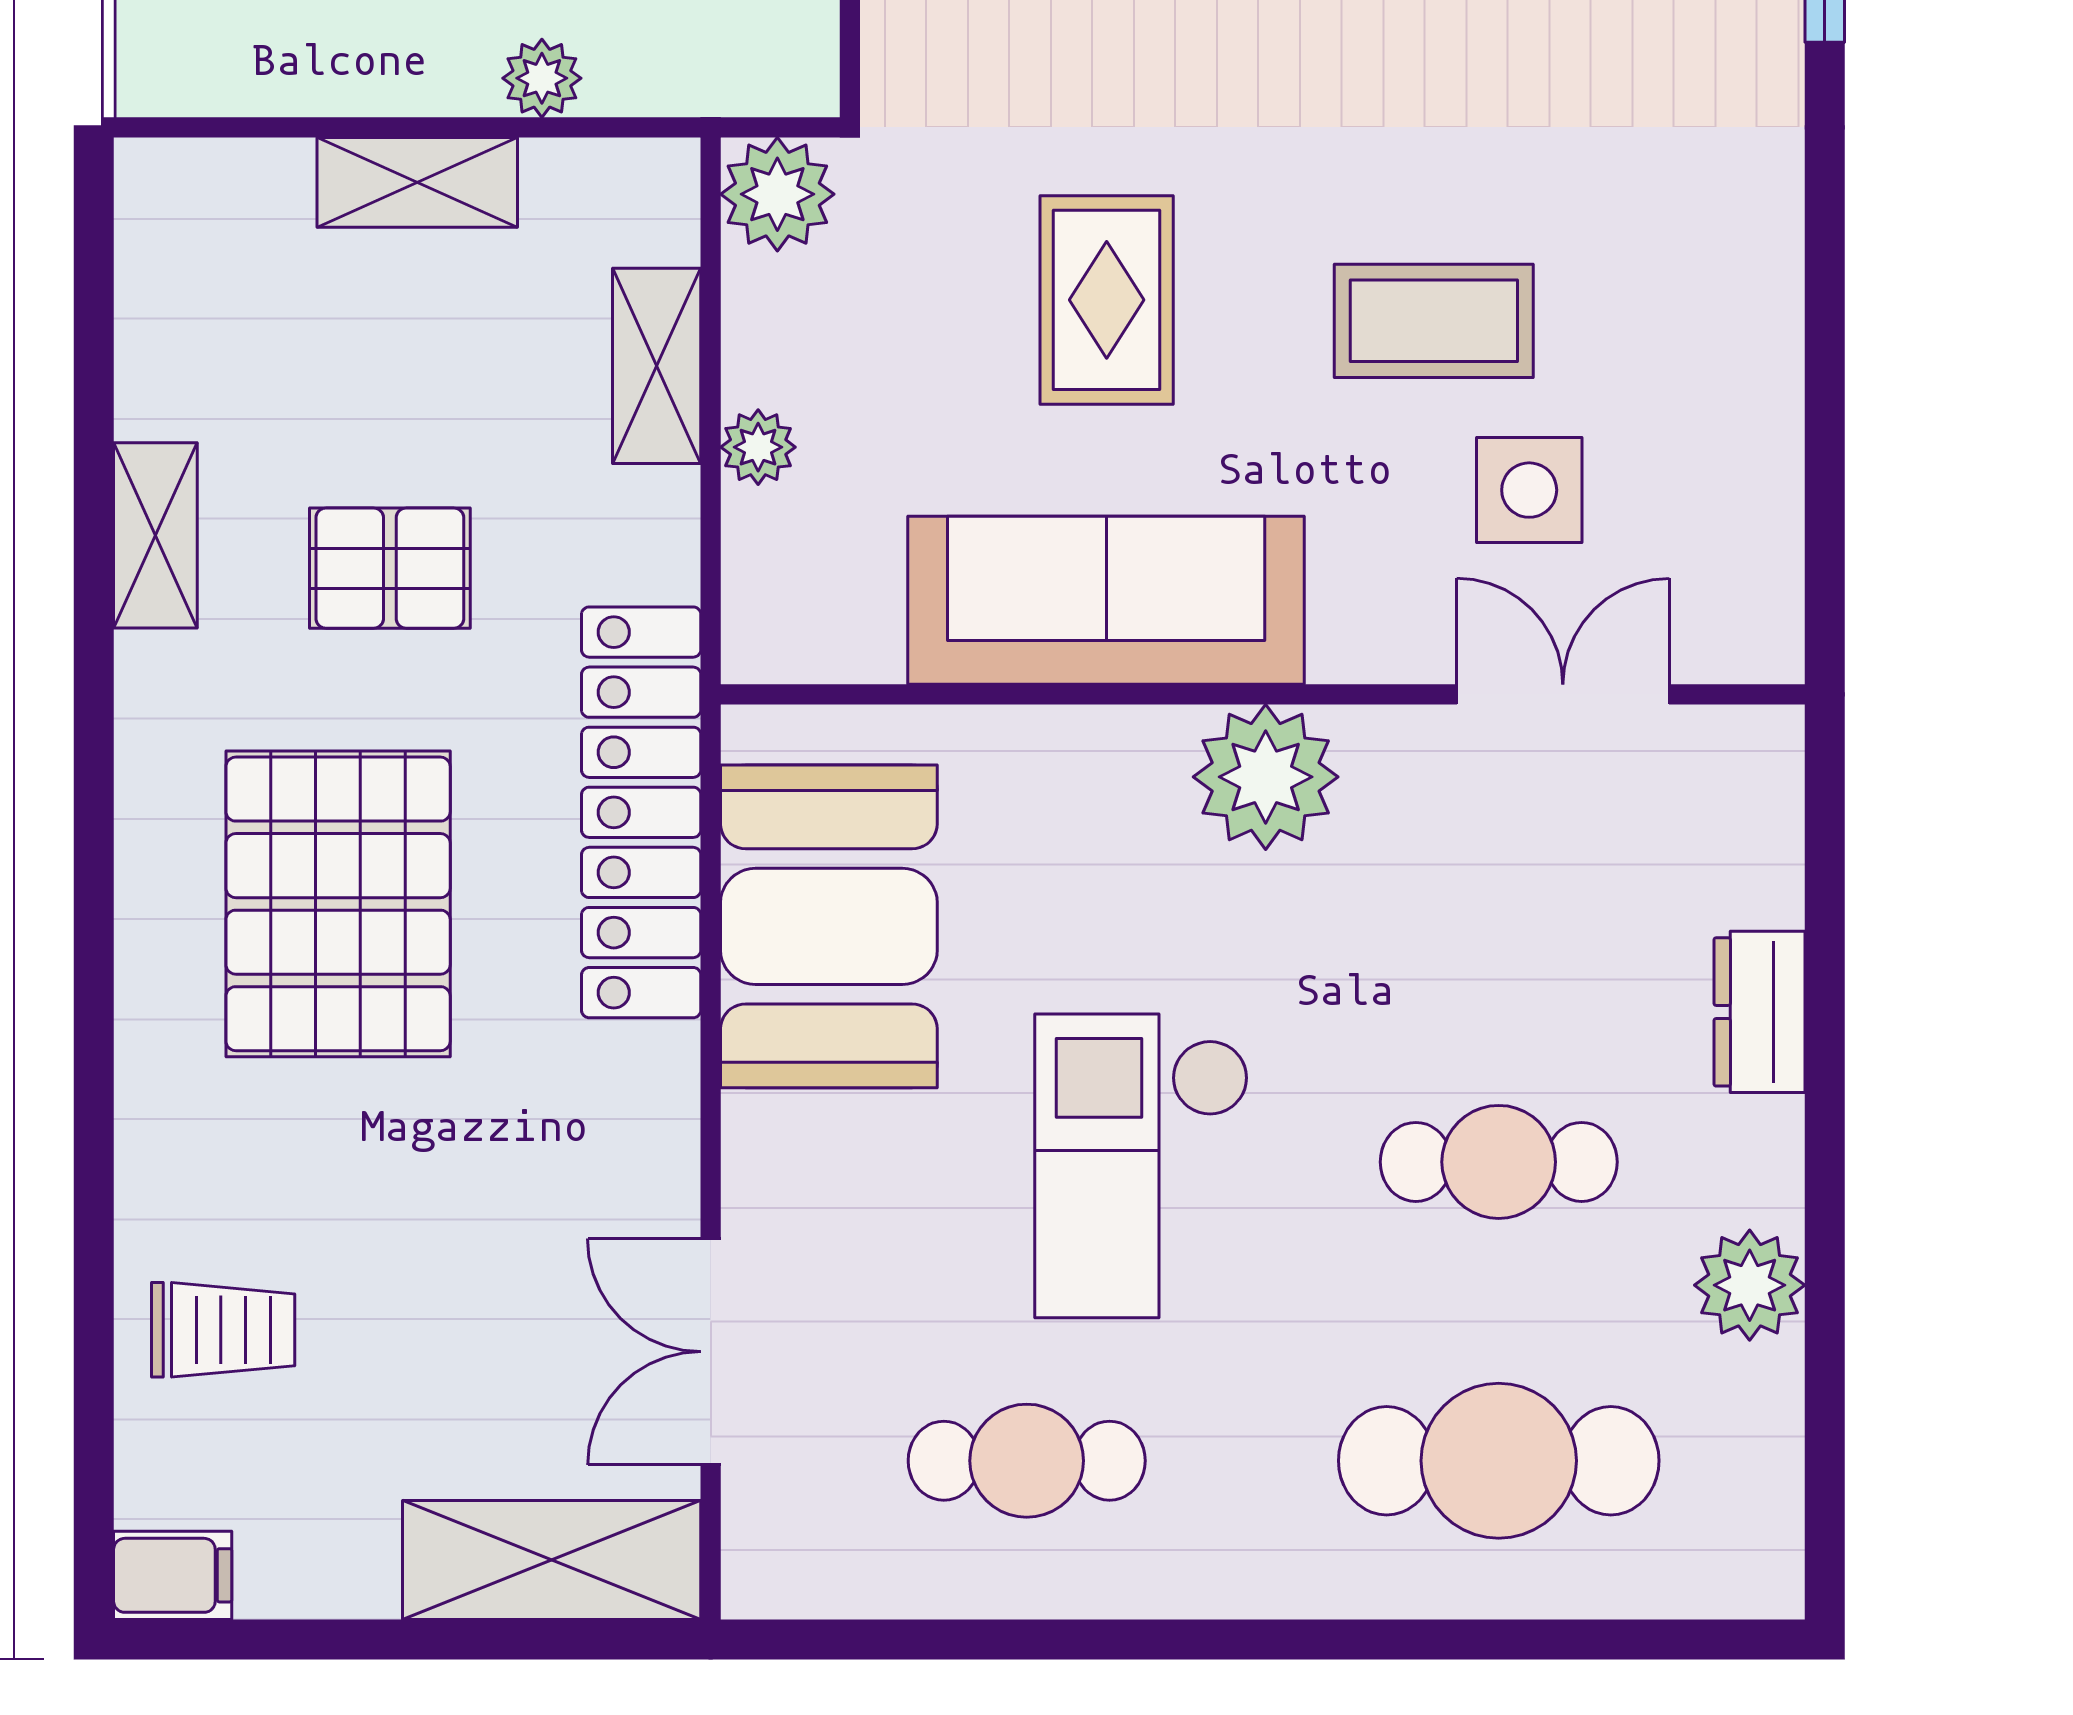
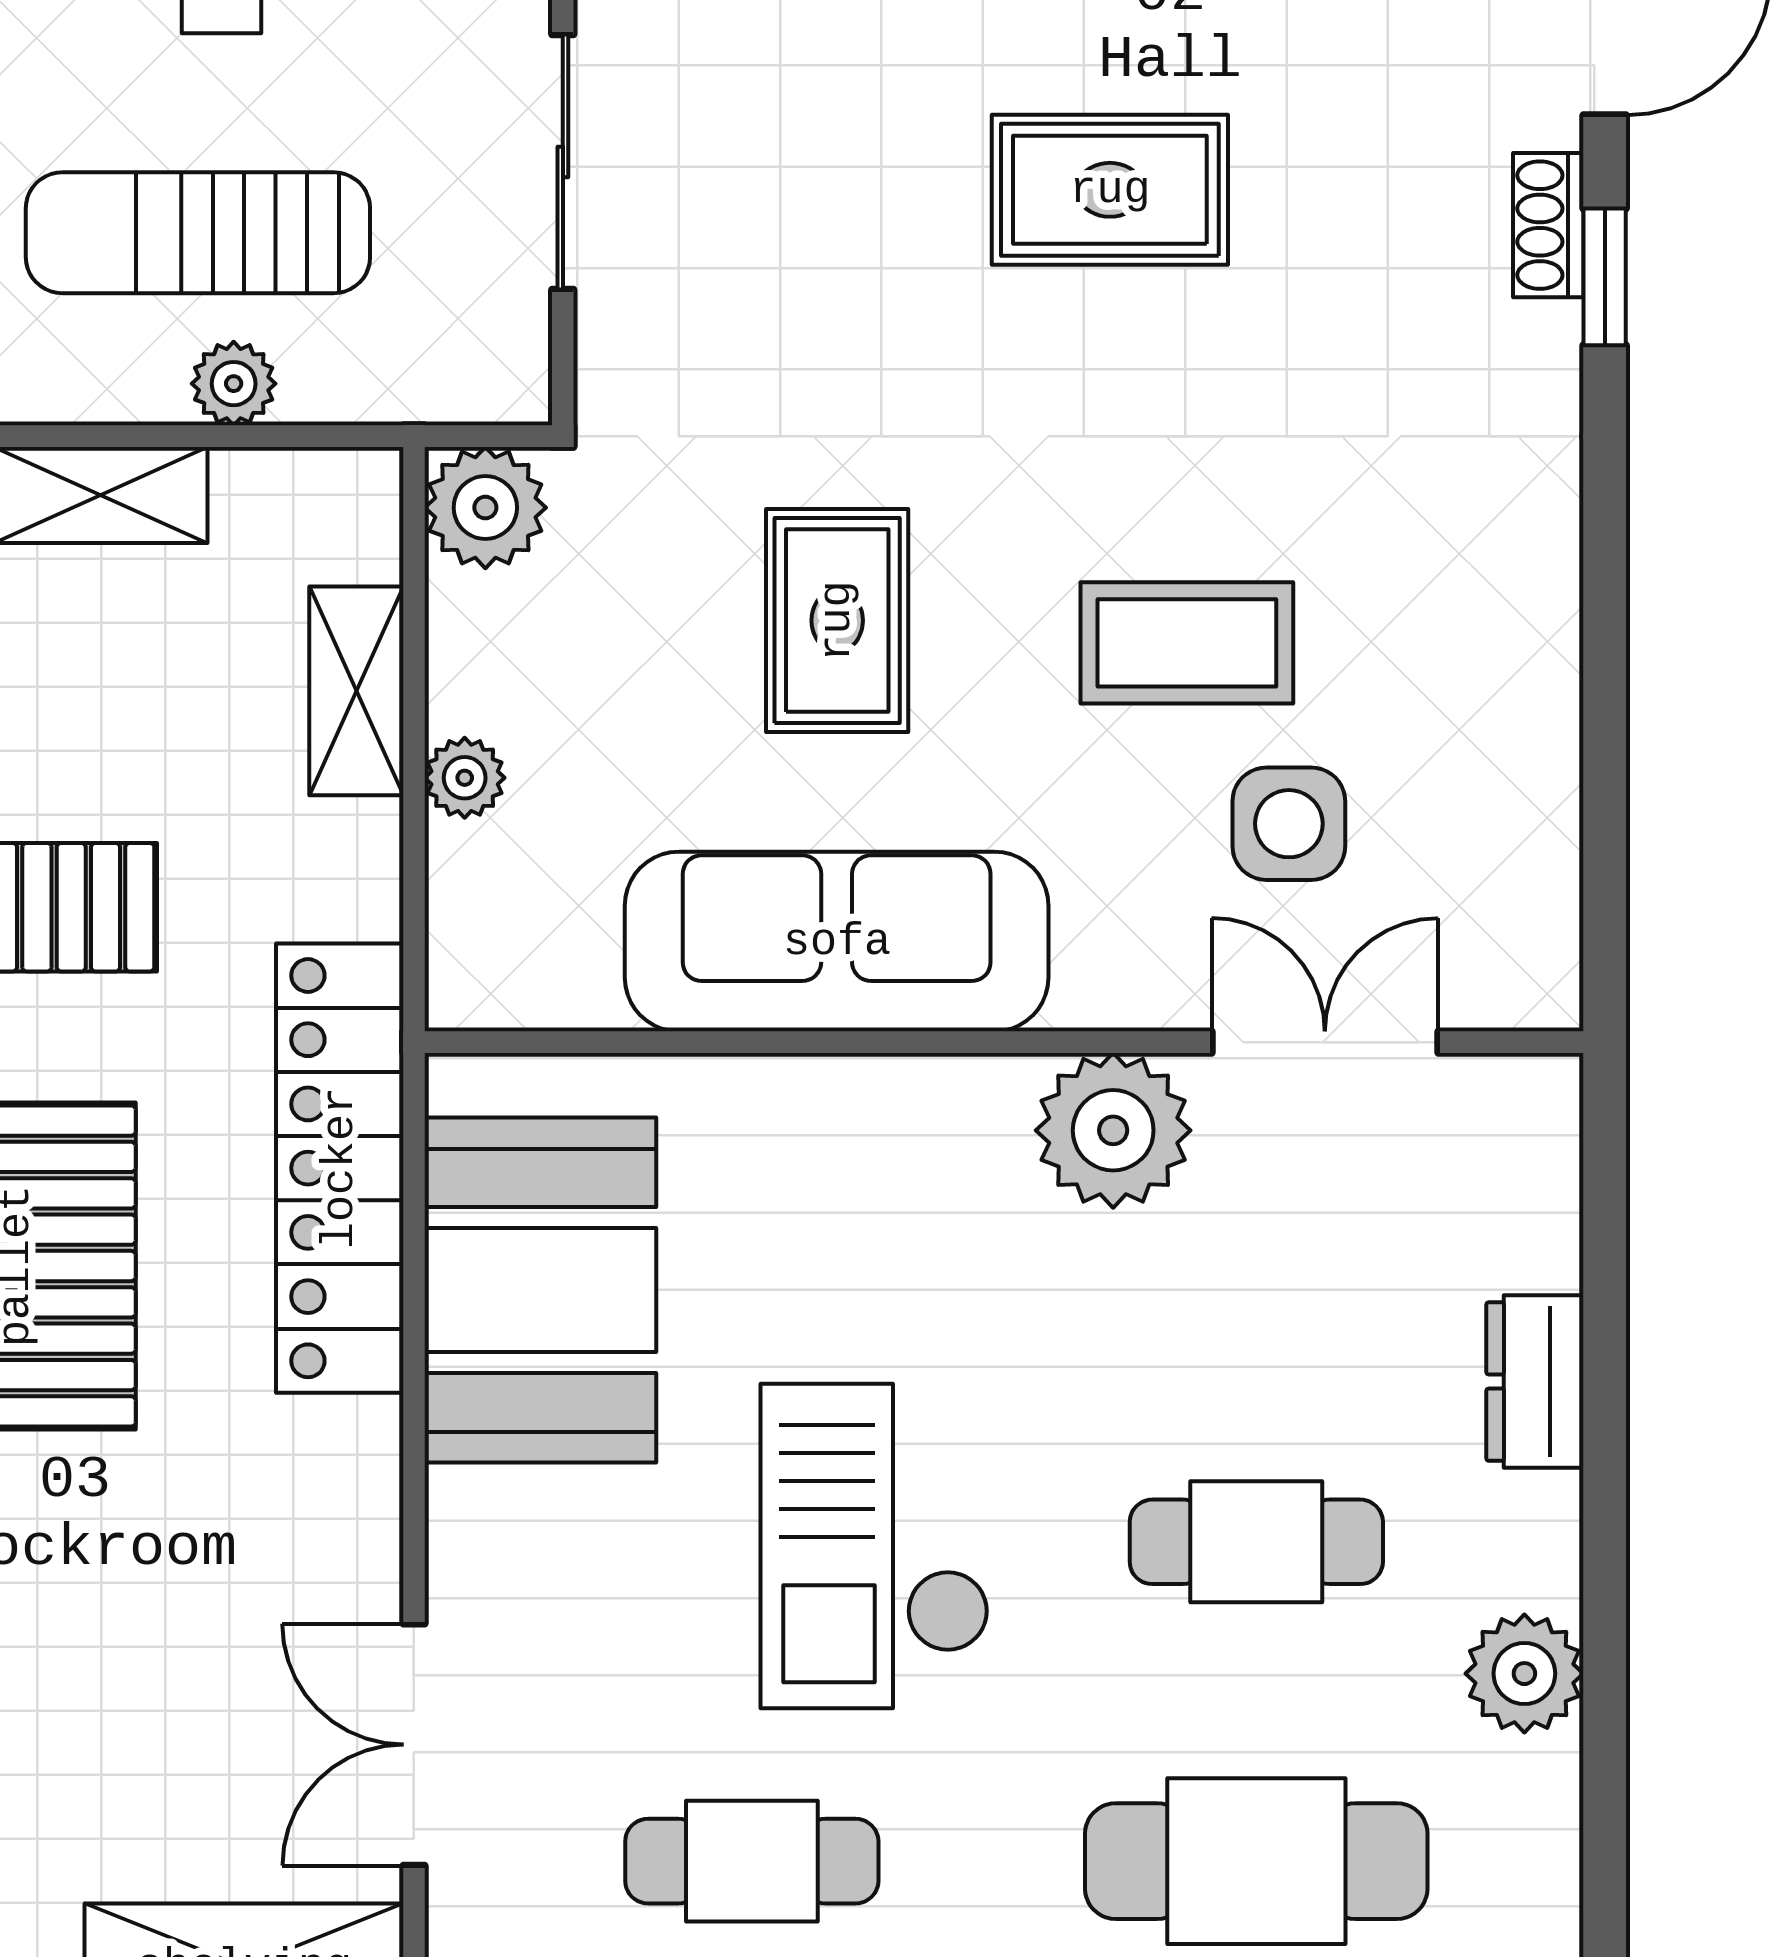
plant: (1266, 777) -> (1113, 1130), moved

